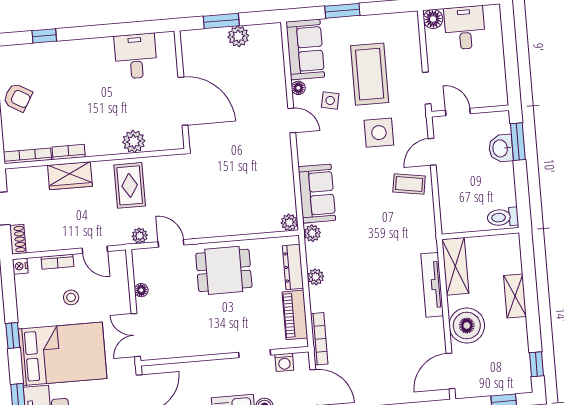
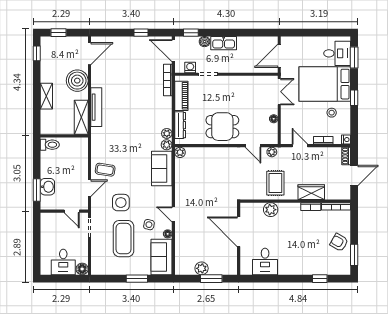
plant: (316, 277) -> (167, 133), moved
stool: (71, 297) -> (332, 113), moved

